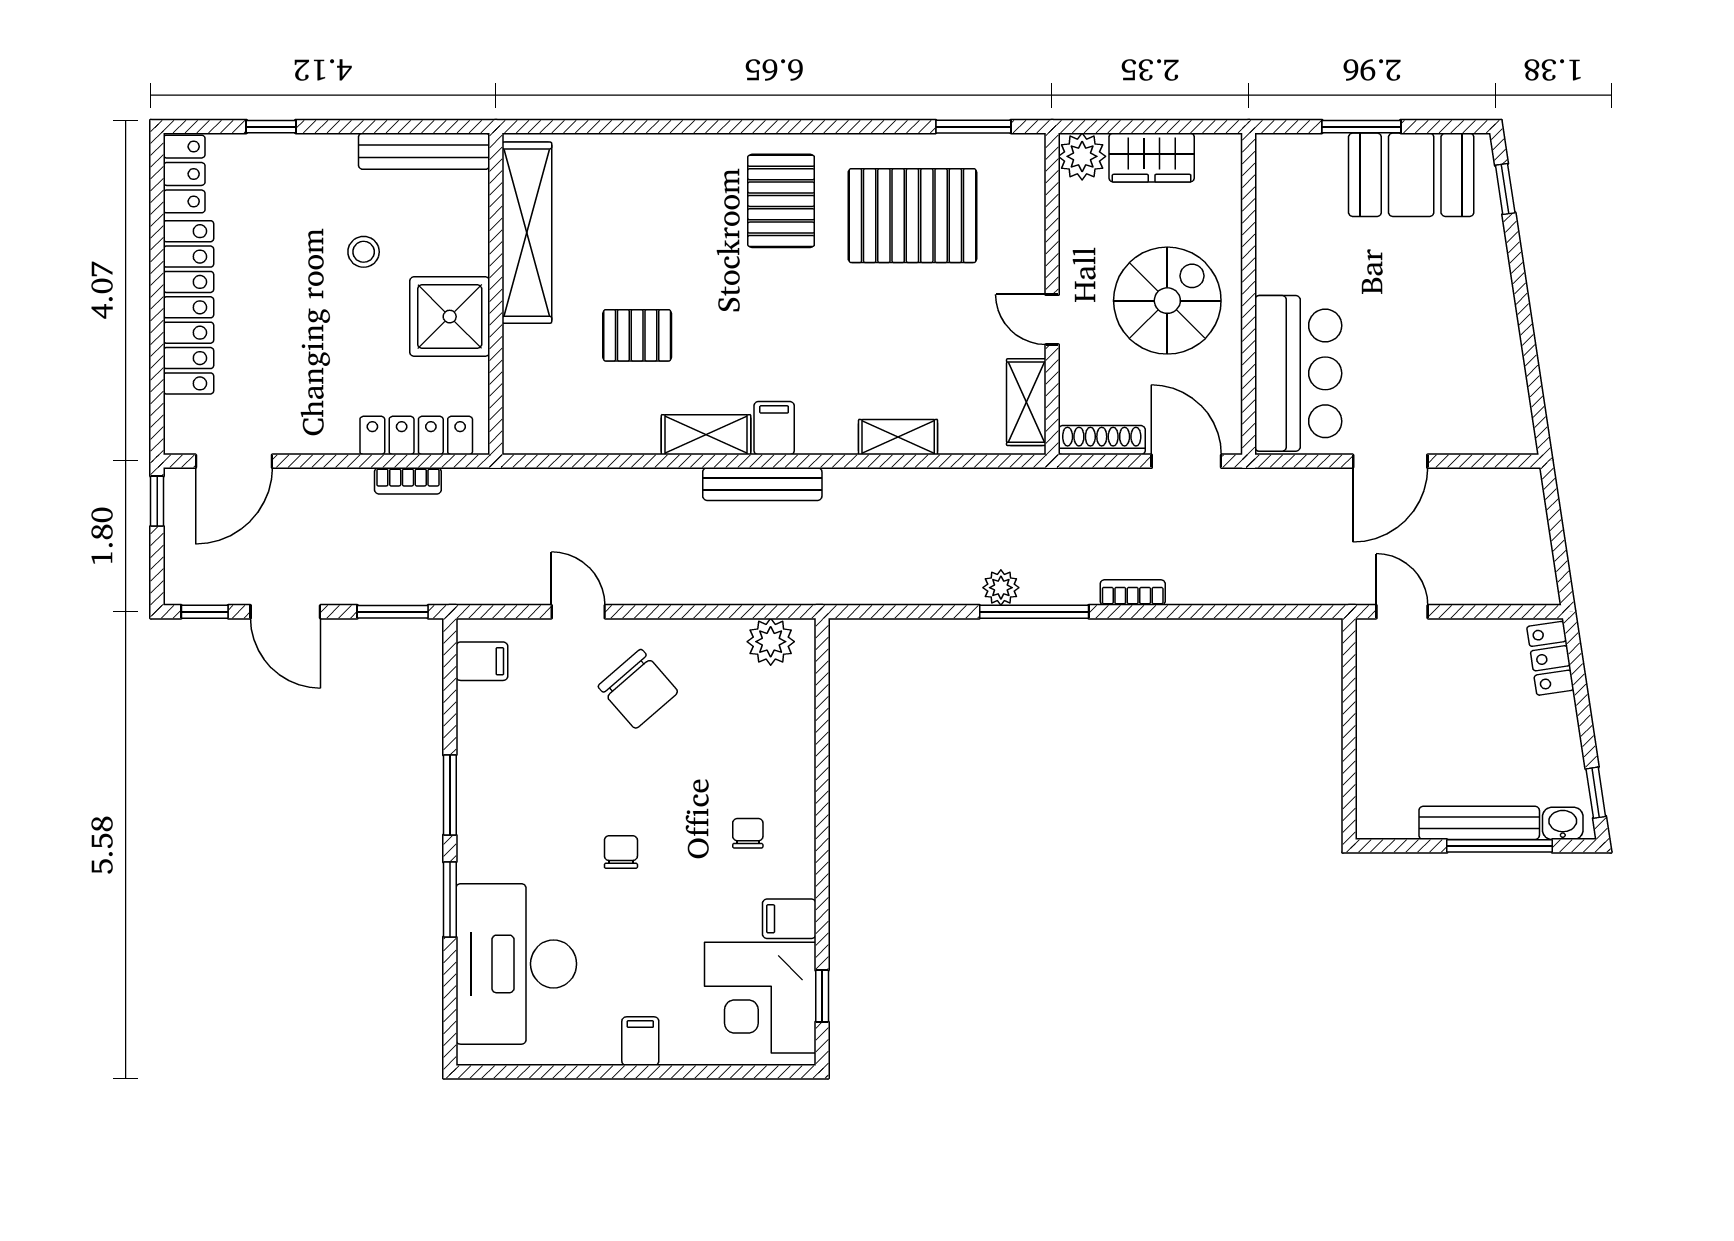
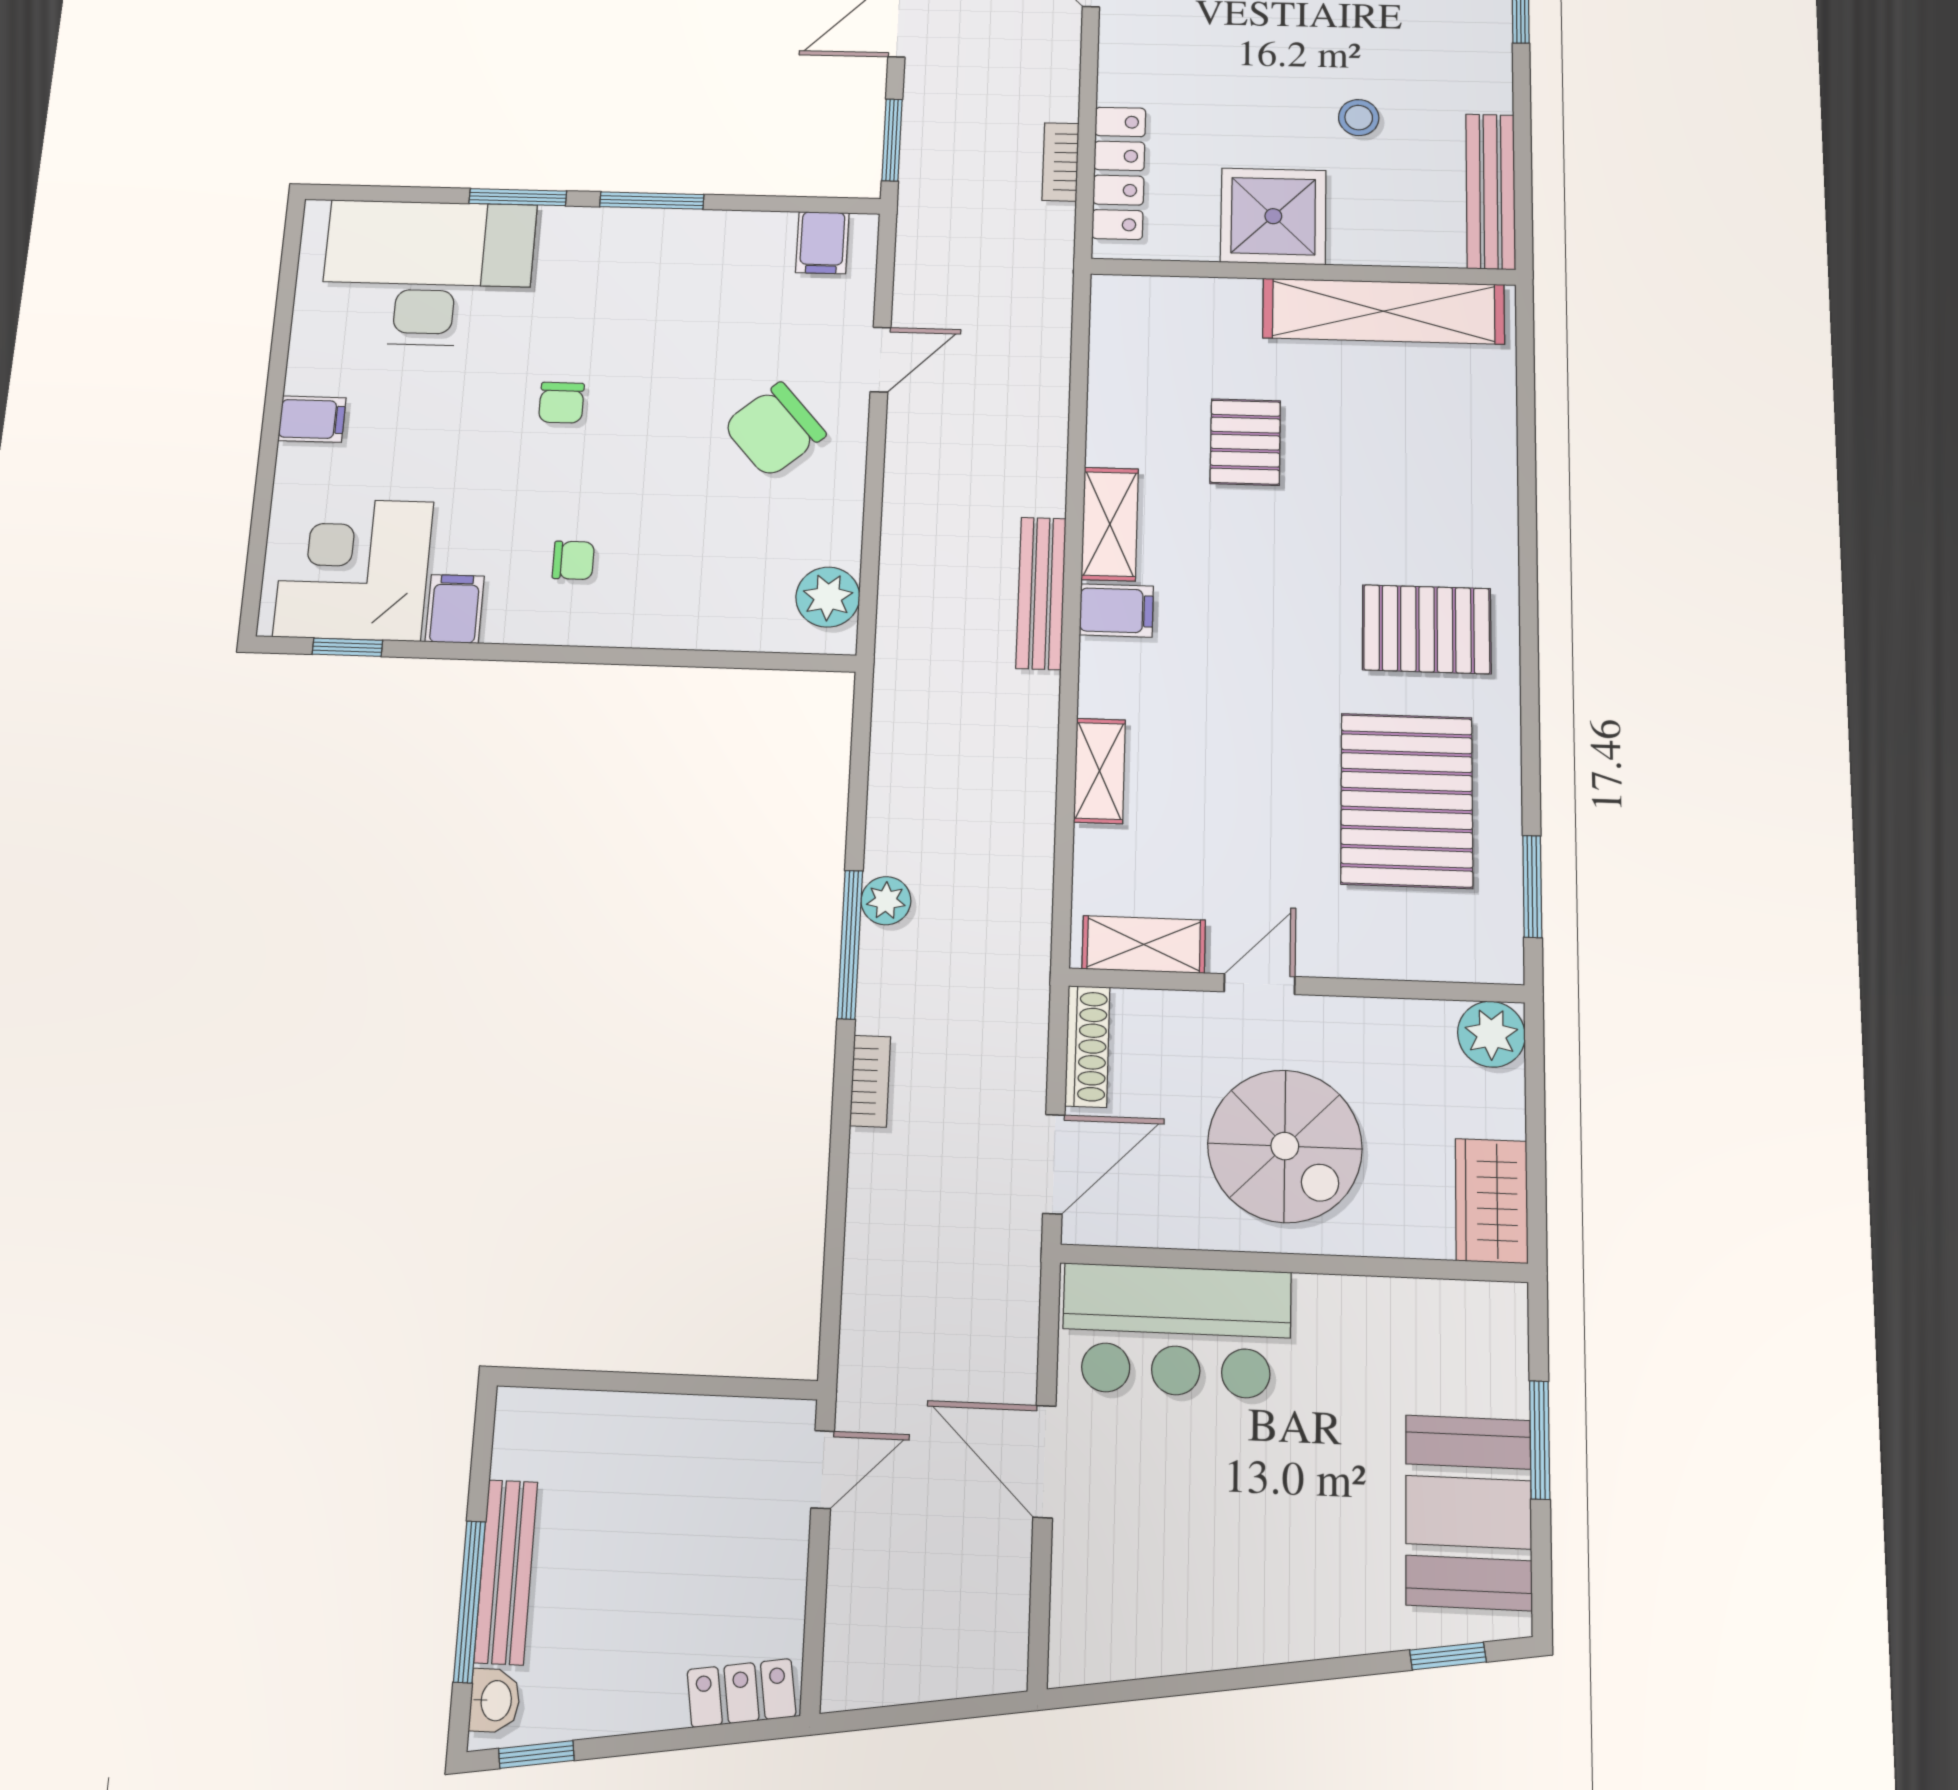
wardrobe: (1152, 157) -> (1492, 1201), moved
chair: (621, 852) -> (561, 403), turned 90

